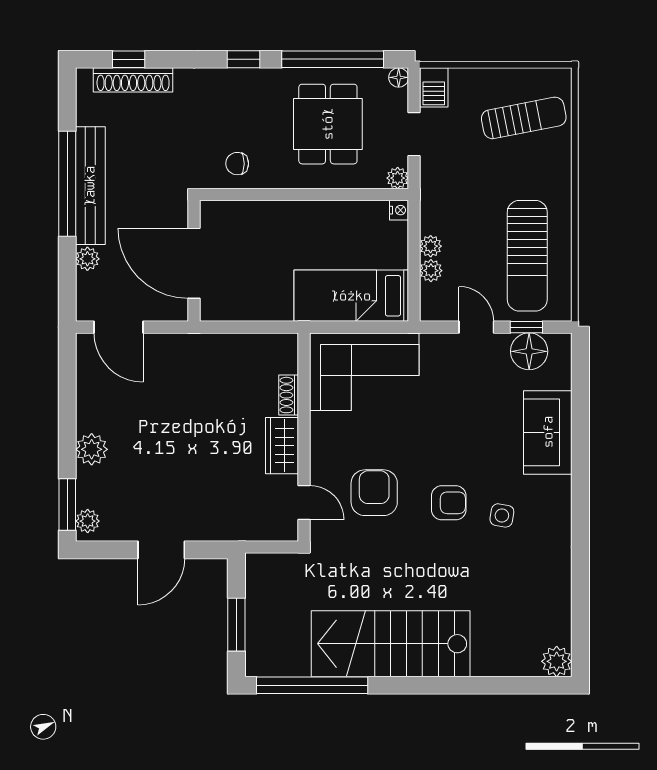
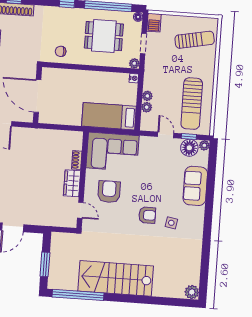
dining table: (328, 124) -> (104, 36), turned 90
plant: (561, 344) -> (204, 145), added
armchair: (374, 493) -> (109, 192), moved

